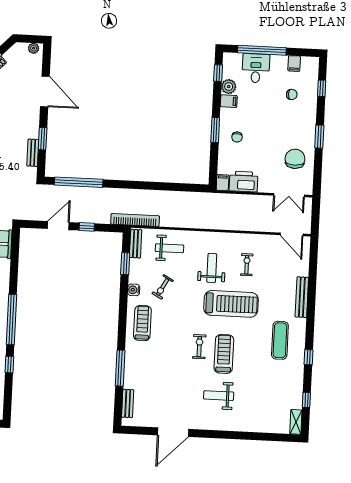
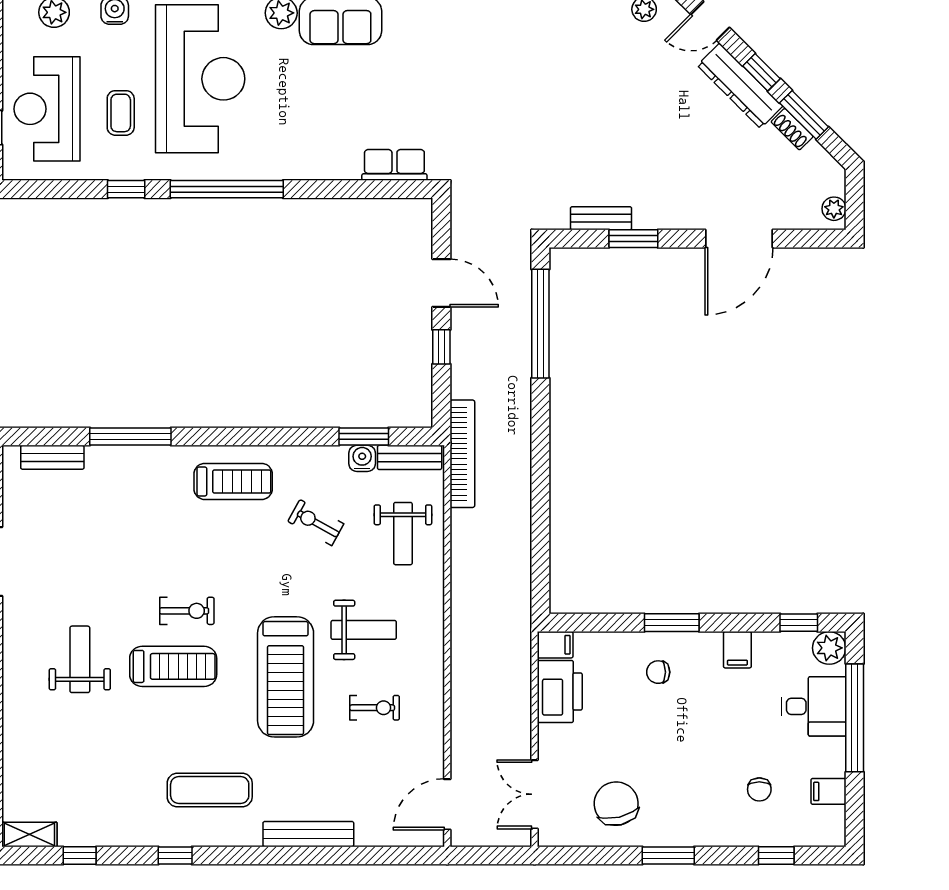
plant: (229, 87) -> (829, 648), moved
chair: (295, 159) -> (616, 804), turned -103
water cooler: (134, 290) -> (362, 458), moved

